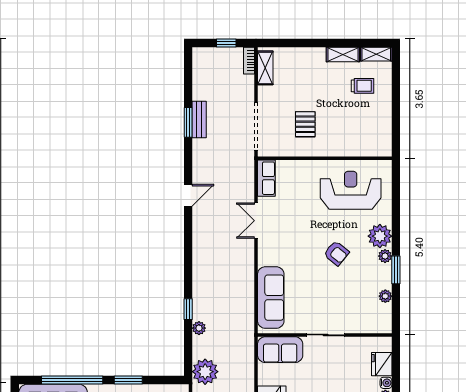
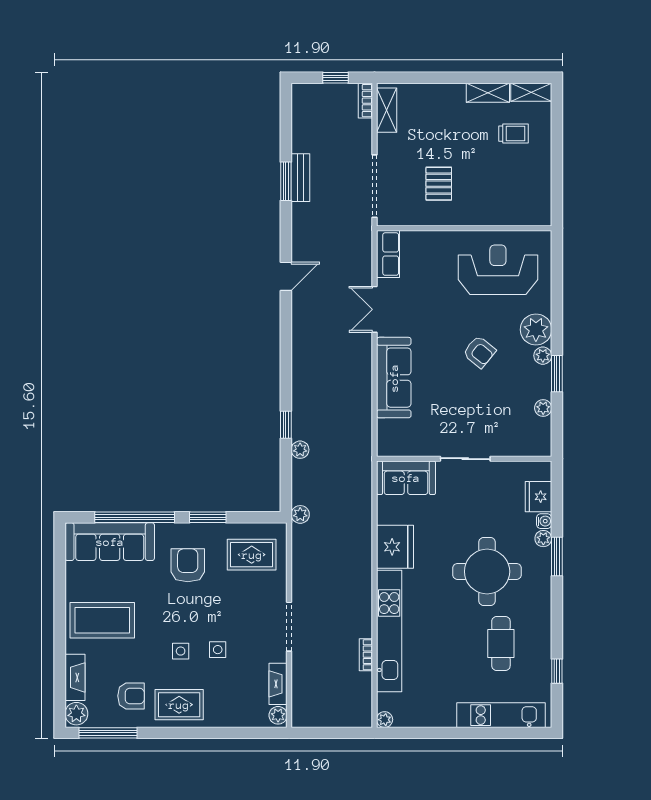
sofa: (271, 298) -> (394, 378), moved
plant: (205, 372) -> (300, 514), width x0.53, depth x0.53

